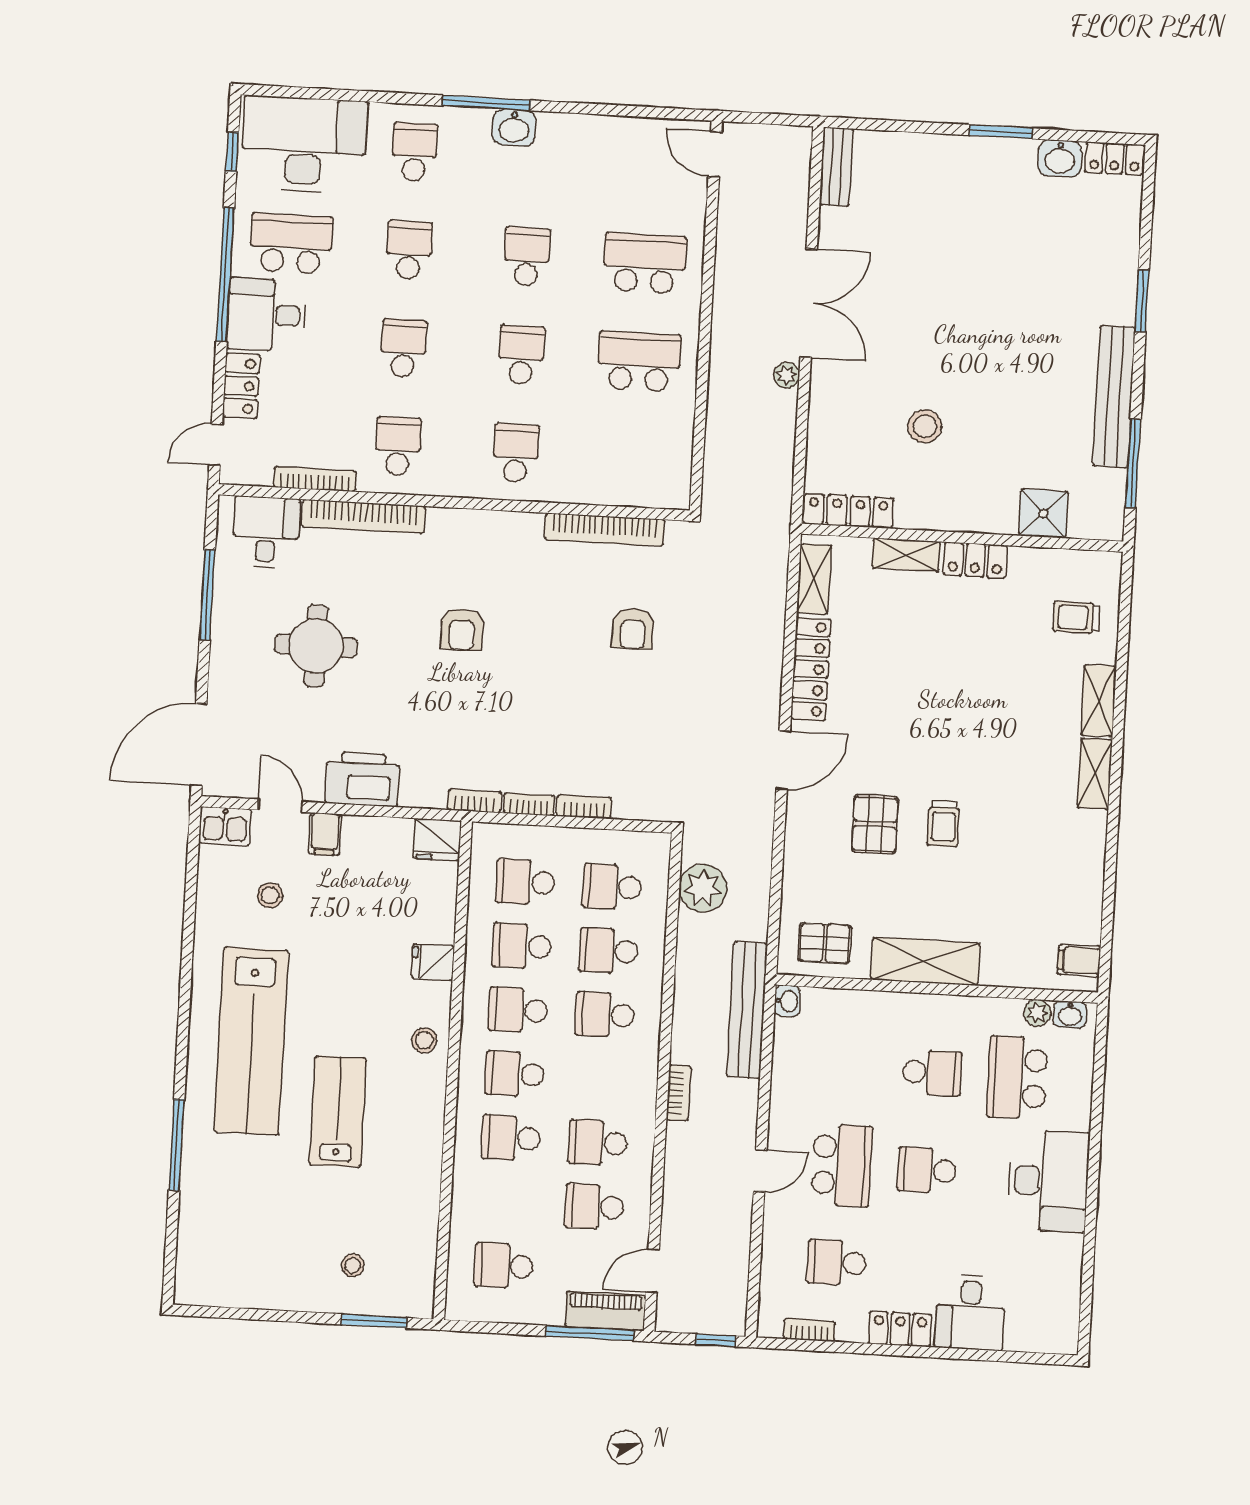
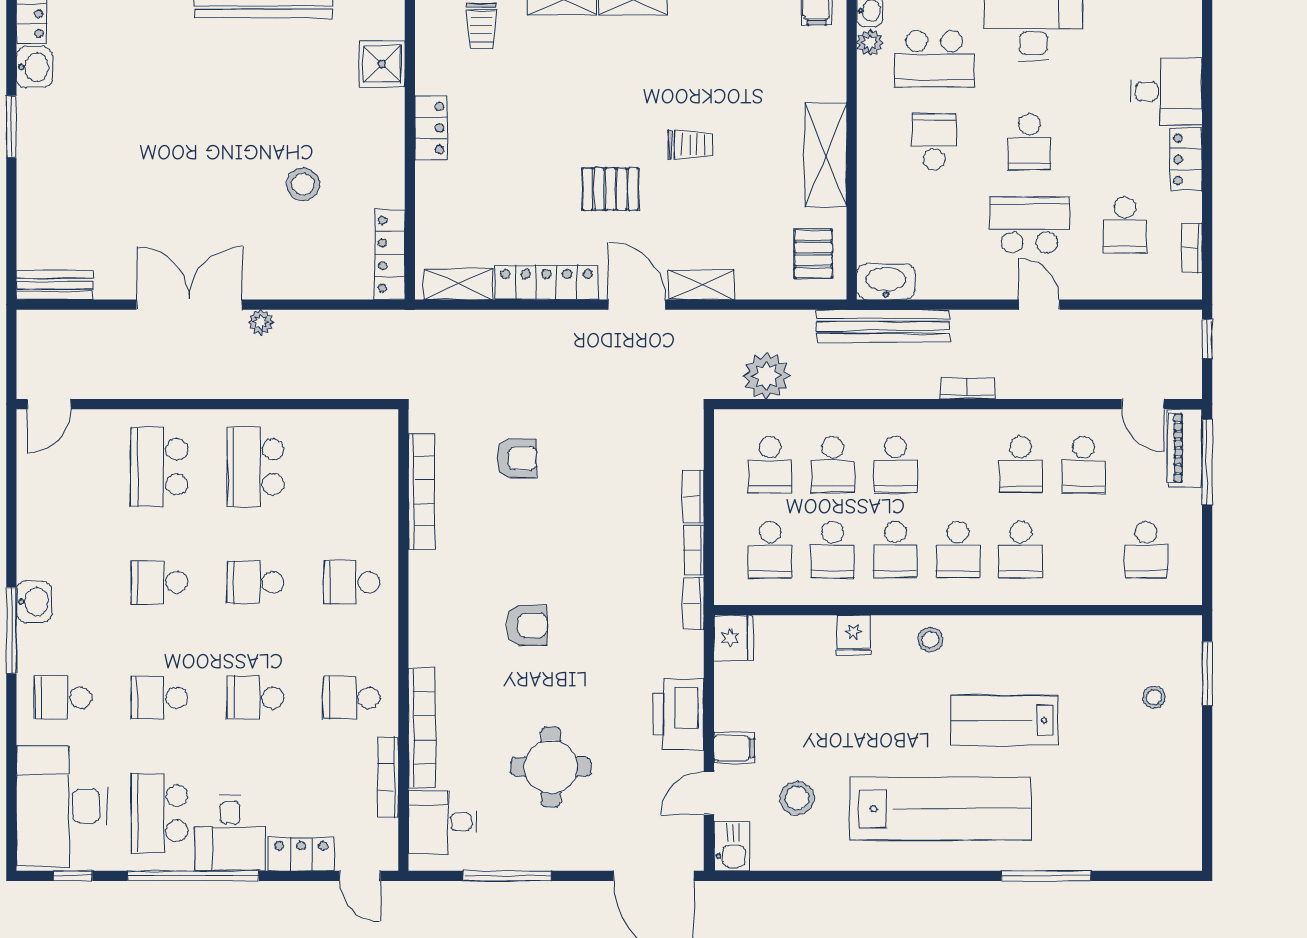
shelving: (906, 555) -> (701, 285), moved, turned 90
pallet: (875, 824) -> (610, 189), moved
stool: (270, 895) -> (797, 798), width x1.37, depth x1.37
washbasin: (787, 1001) -> (886, 282), width x1.91, depth x1.45

